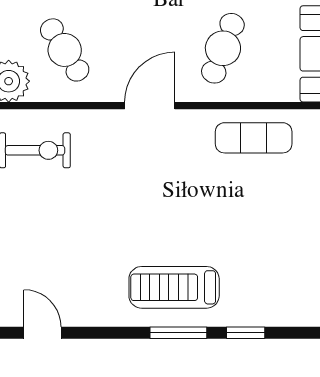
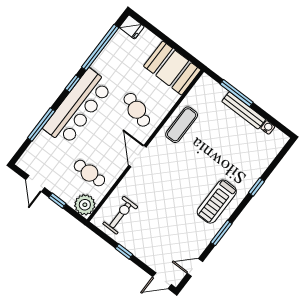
cafe table: (65, 50) -> (89, 173), turned 32
window: (178, 333) -> (221, 233), moved

